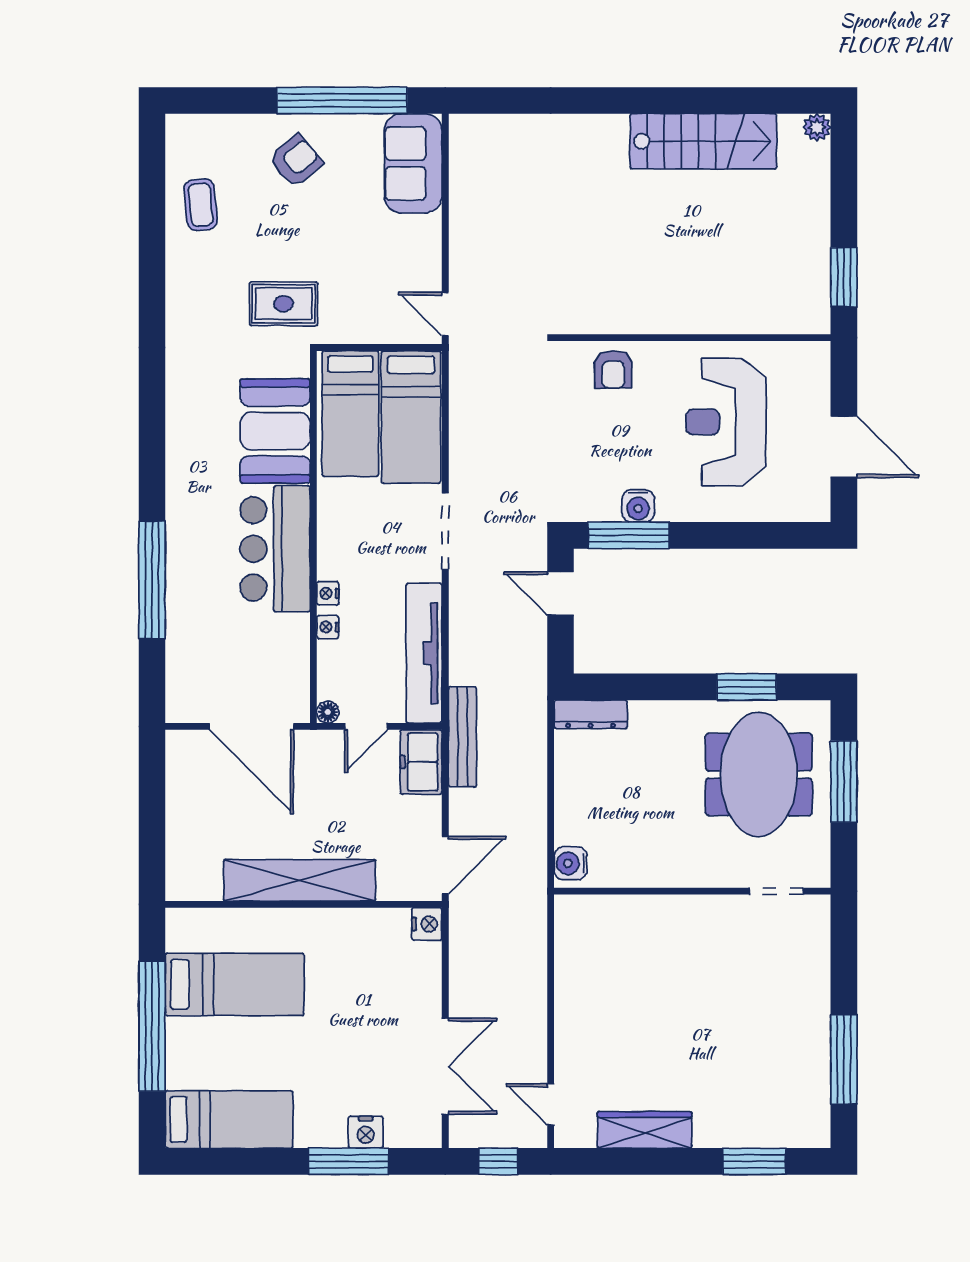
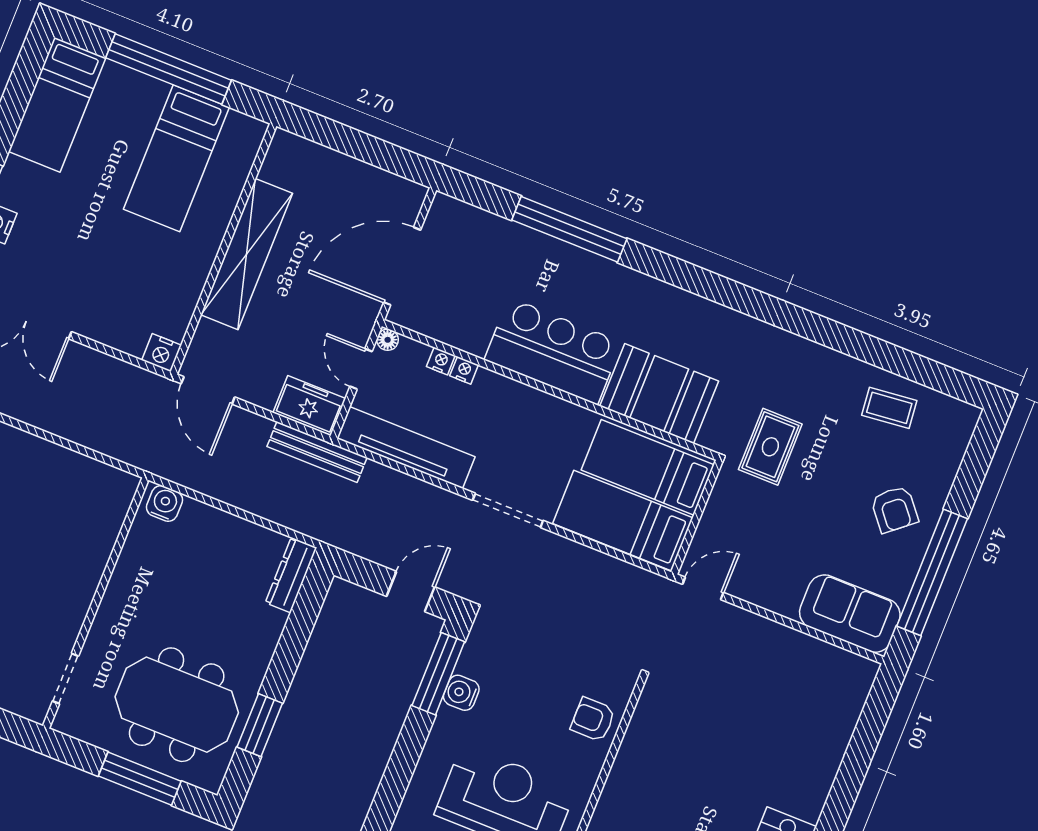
nightstand: (328, 593) -> (441, 361), moved

